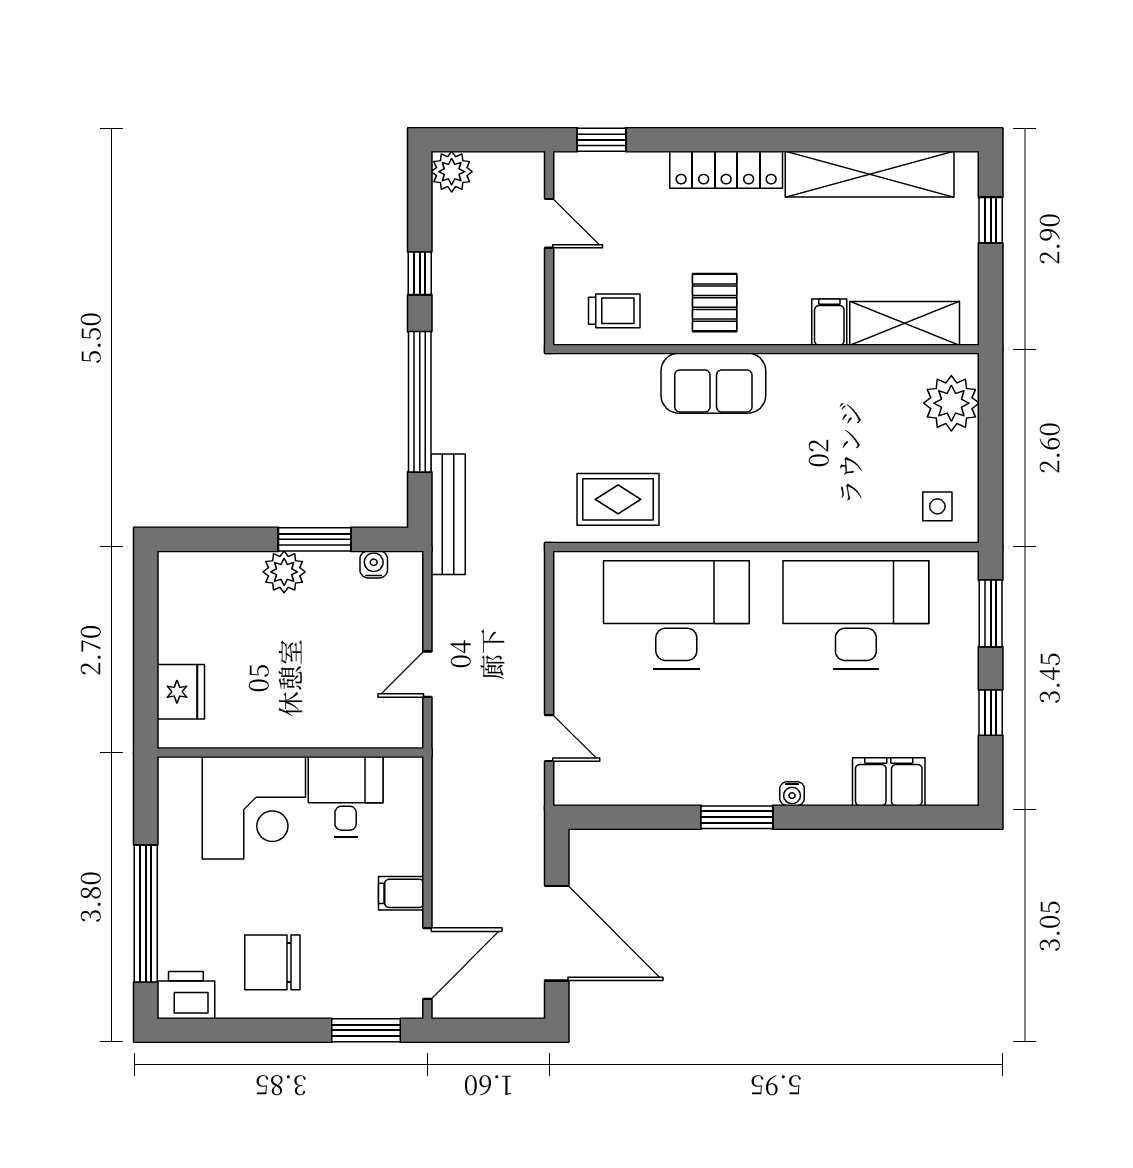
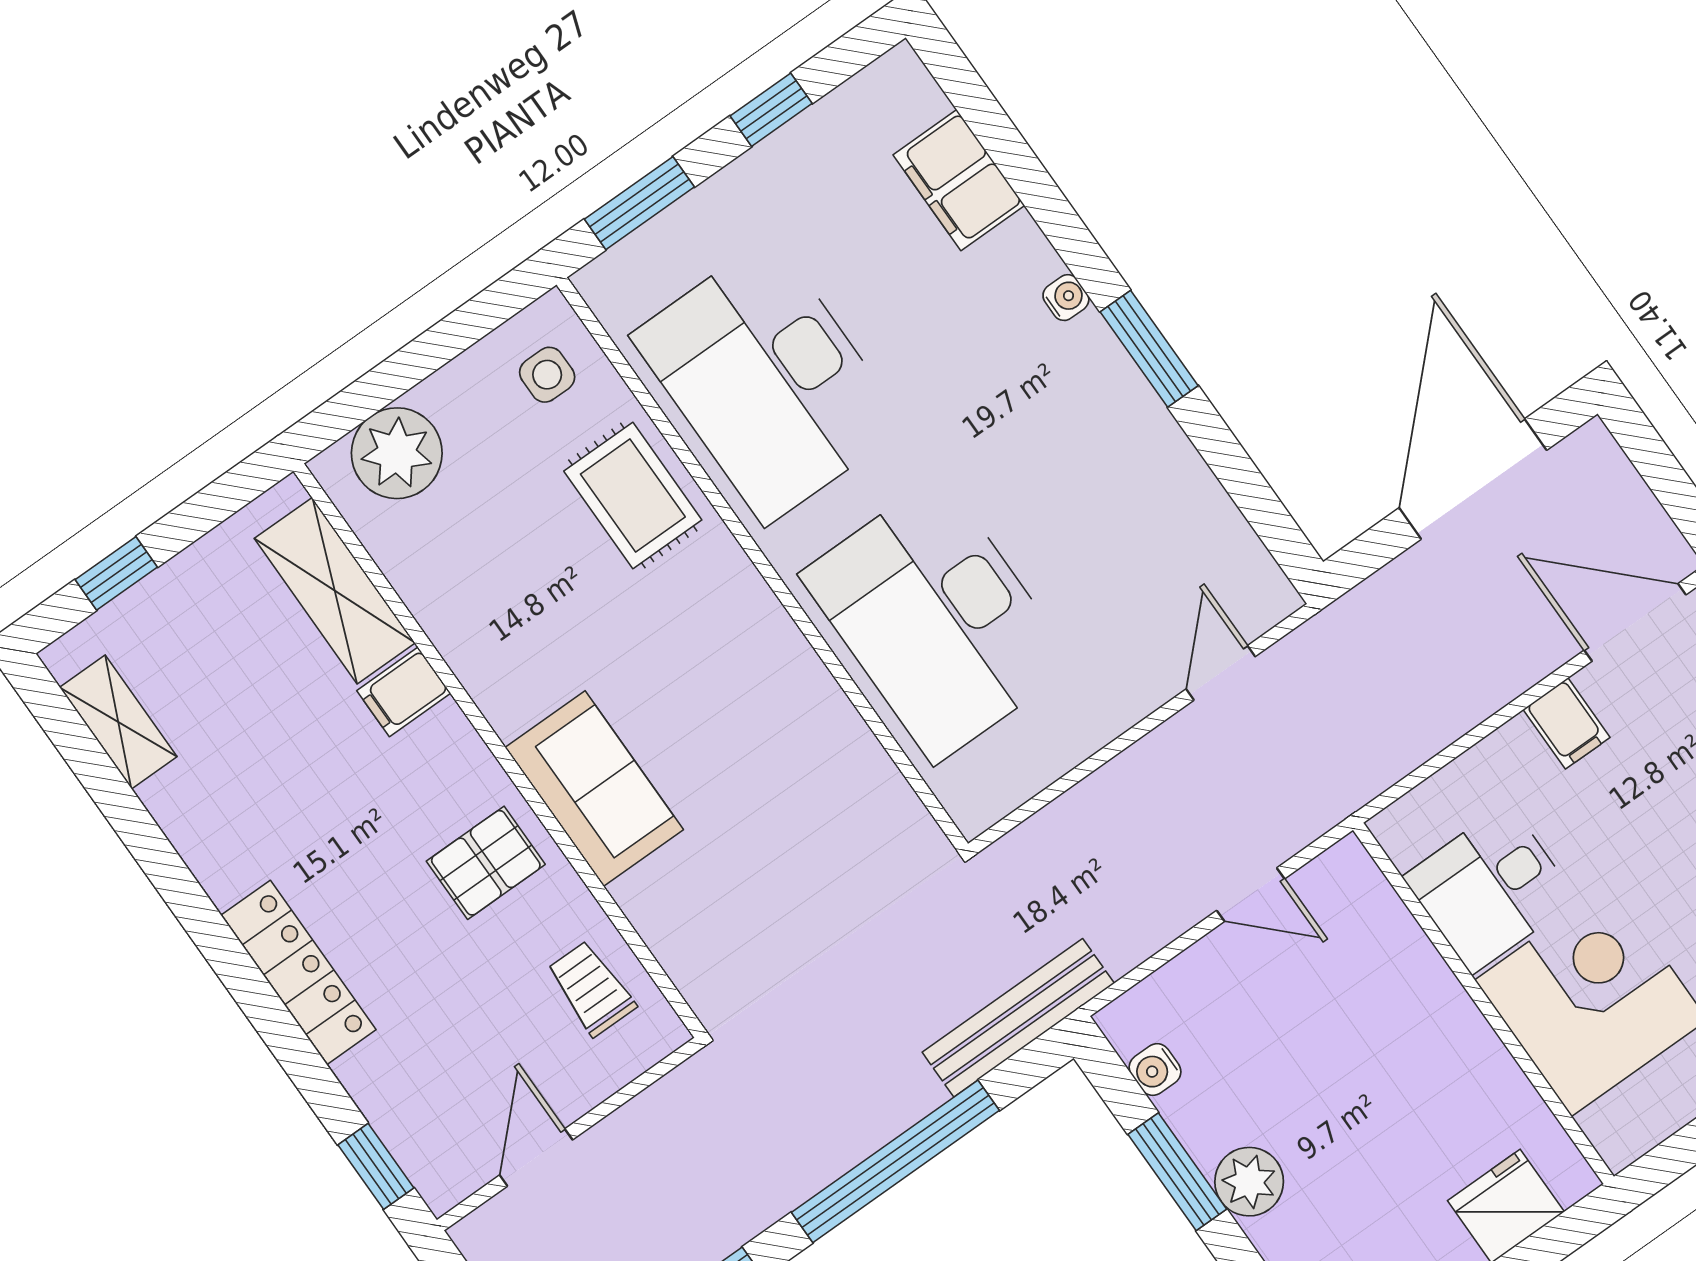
shelving: (870, 174) -> (118, 722), width x0.45, depth x0.75
rug: (618, 499) -> (633, 495), moved

